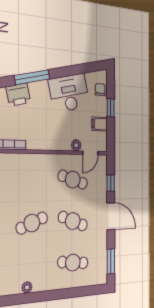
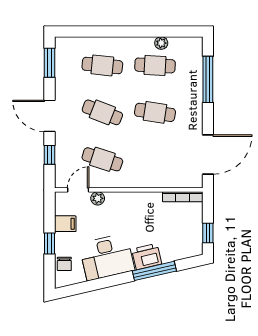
printer: (18, 95) -> (147, 257), moved
cafe table: (32, 223) -> (155, 112), turned 30
cafe table: (32, 266) -> (155, 65), added

